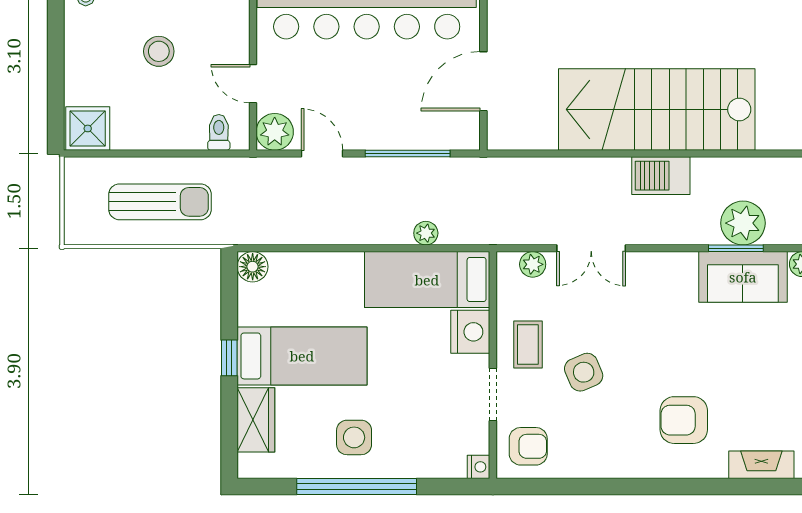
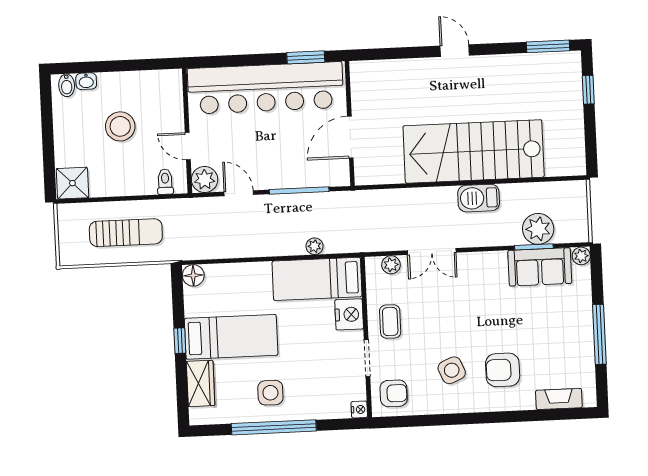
stool: (159, 51) -> (120, 126), width x1.38, depth x1.38
side table: (584, 372) -> (452, 370), moved

